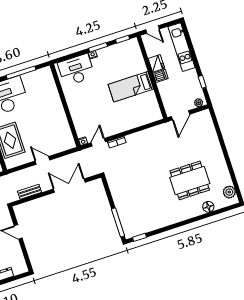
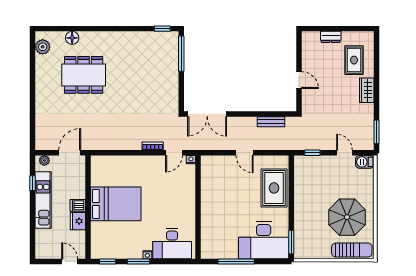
kitchen unit: (182, 47) -> (43, 200), moved
bed: (131, 87) -> (116, 204), width x1.50
double door: (69, 186) -> (207, 114), moved

